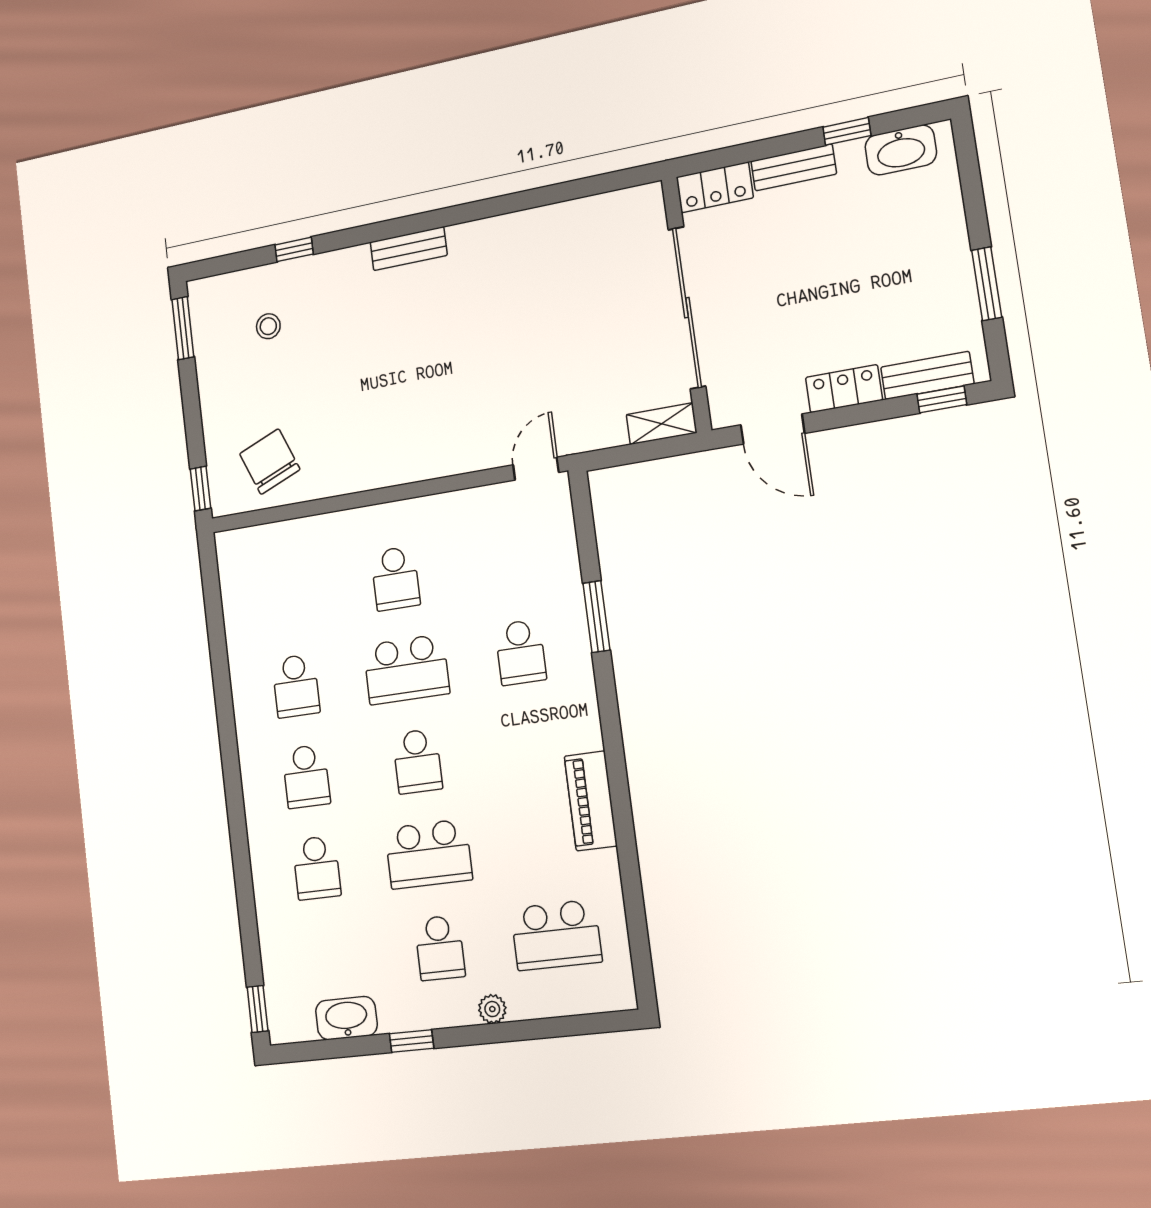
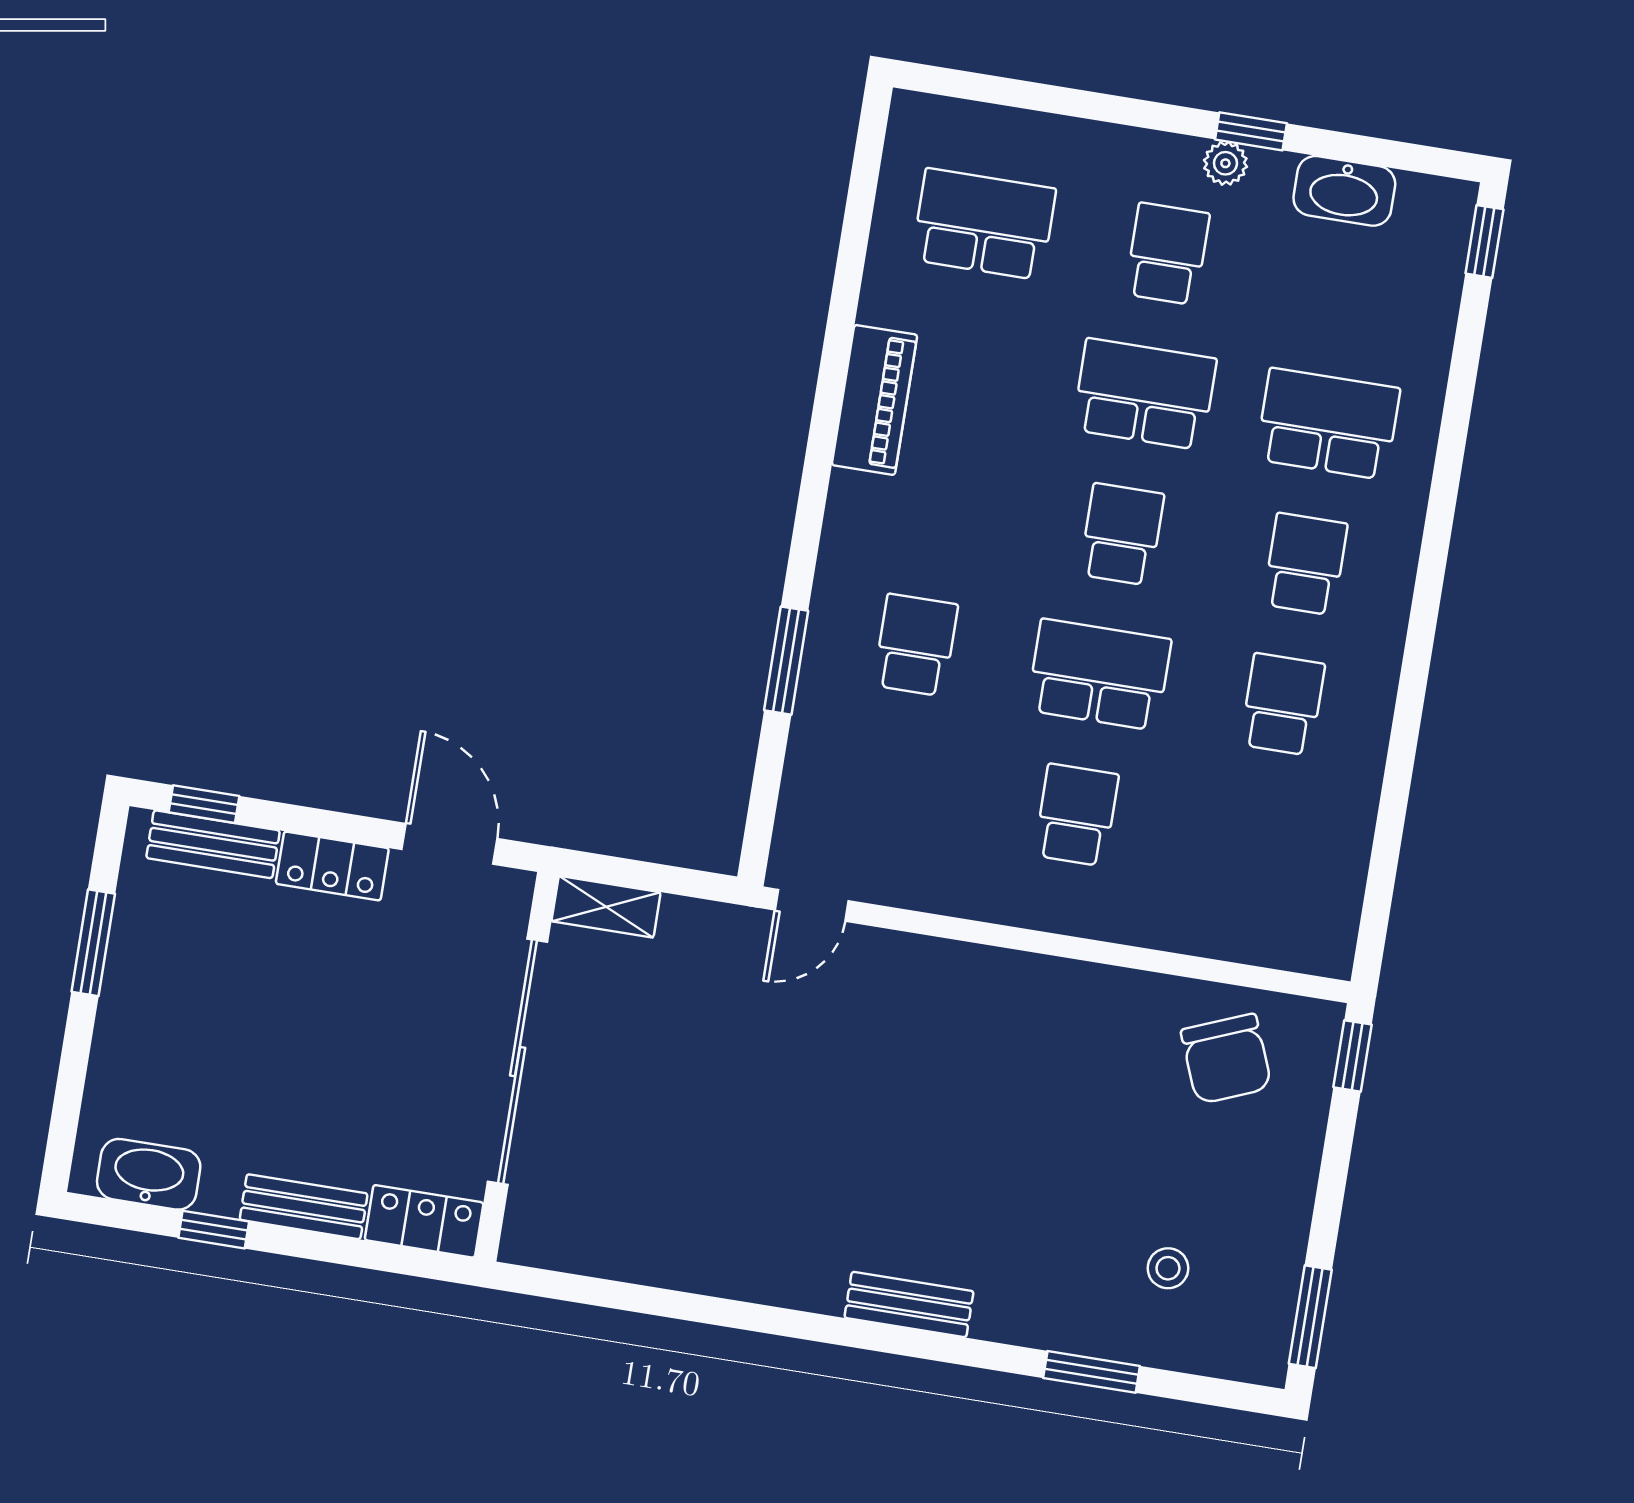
window: (294, 249) -> (1092, 1372), width x1.50
school desk: (317, 868) -> (1328, 424), width x1.85
plant: (492, 1009) -> (1225, 163), moved

